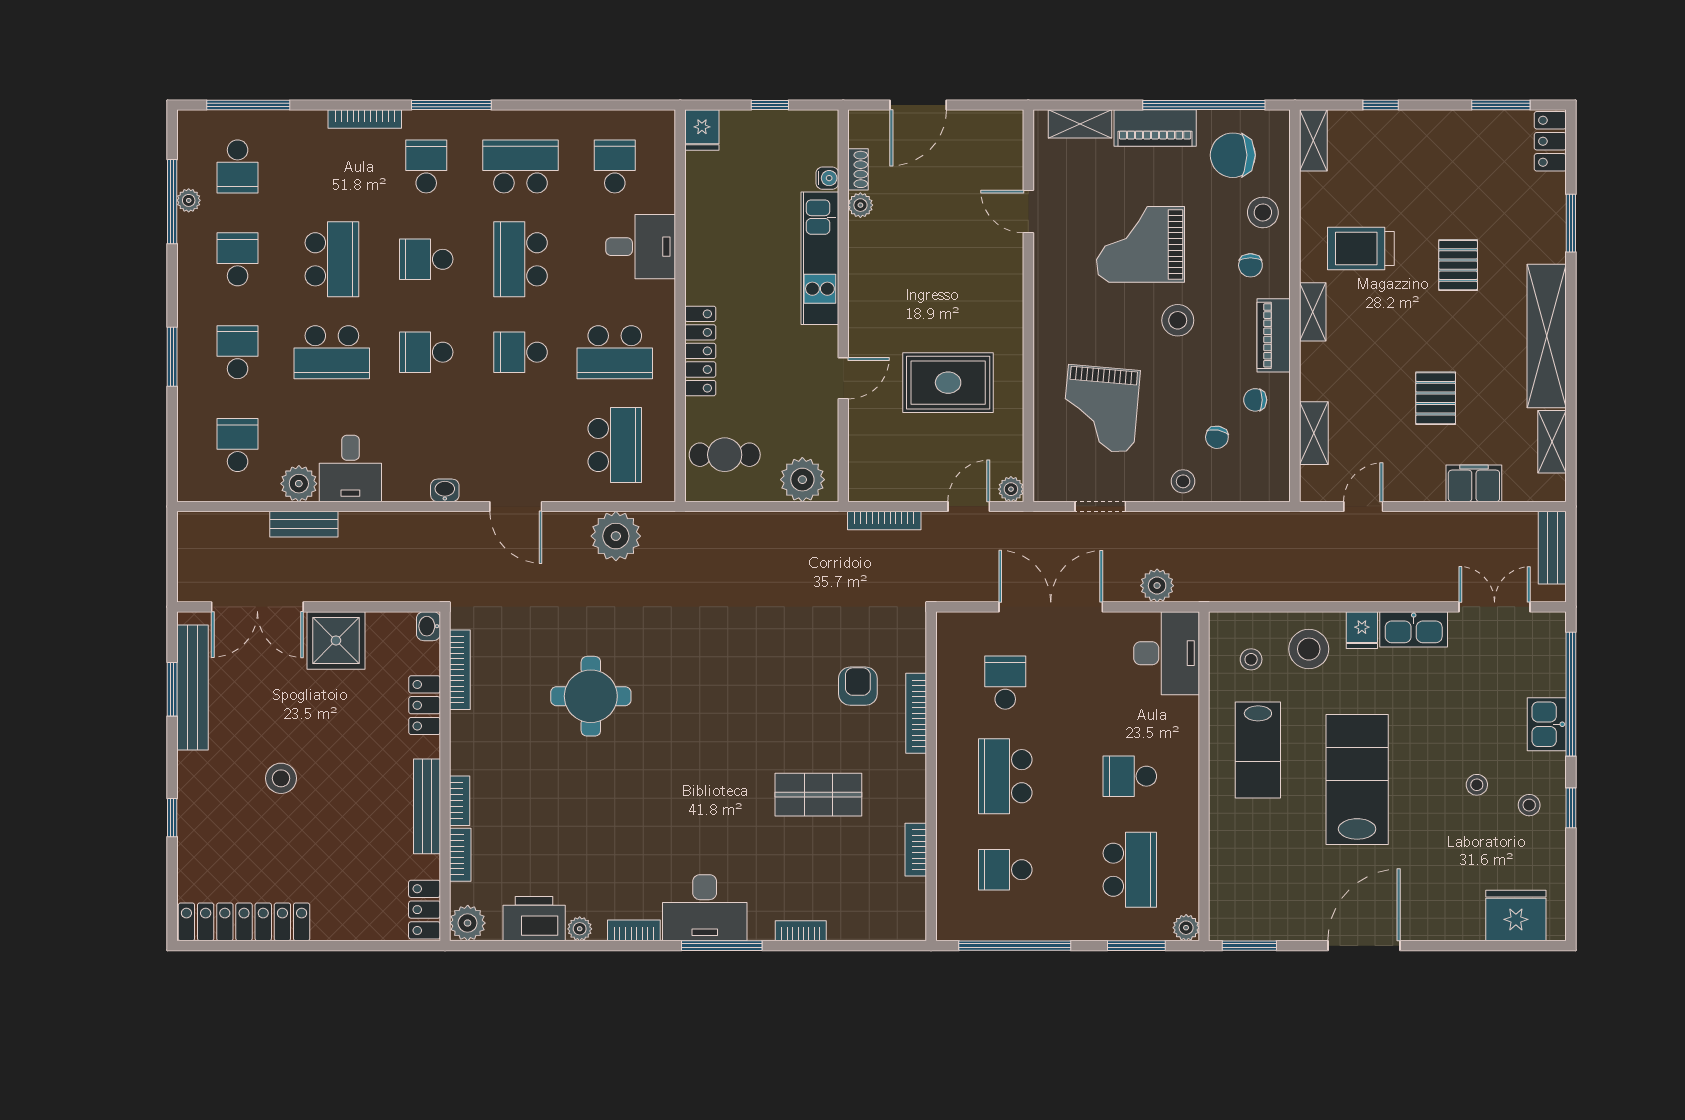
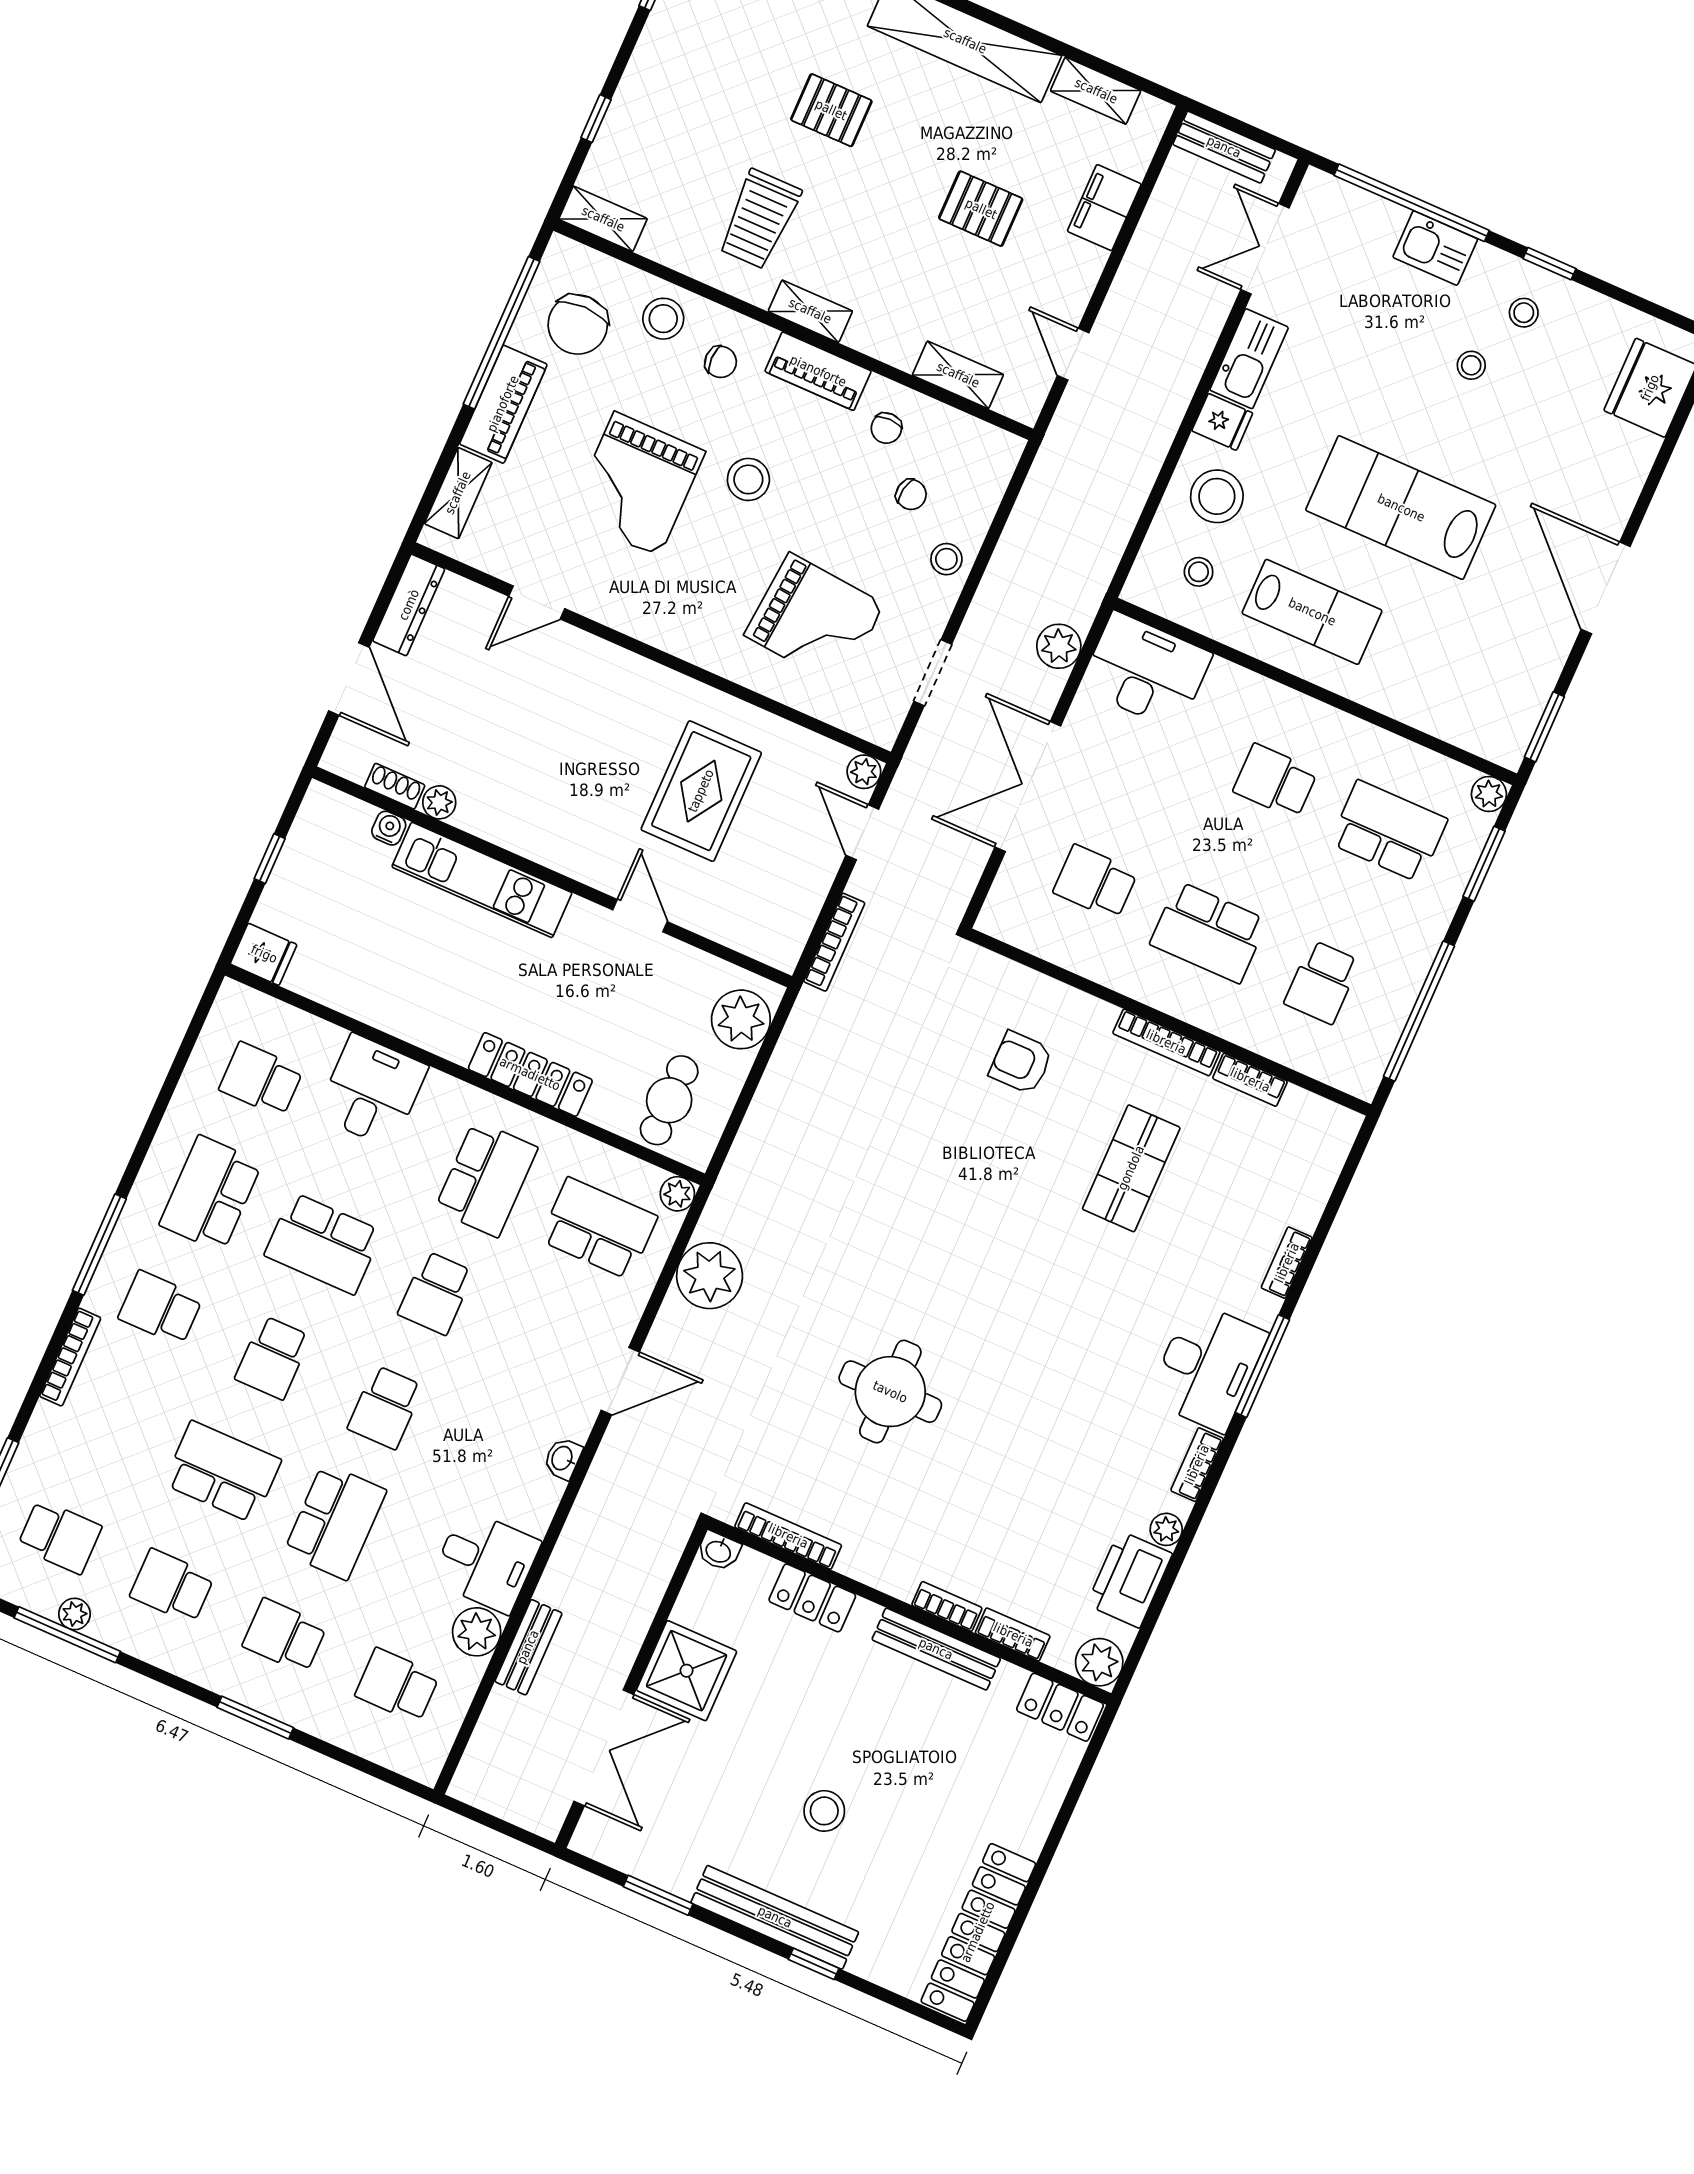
dresser: (988, 124) -> (409, 605), added
plant: (663, 489) -> (677, 1194), added
bench: (192, 688) -> (775, 1917), moved
bookcase: (916, 713) -> (1166, 1042), moved
school desk: (1130, 776) -> (1275, 781), turned 90

